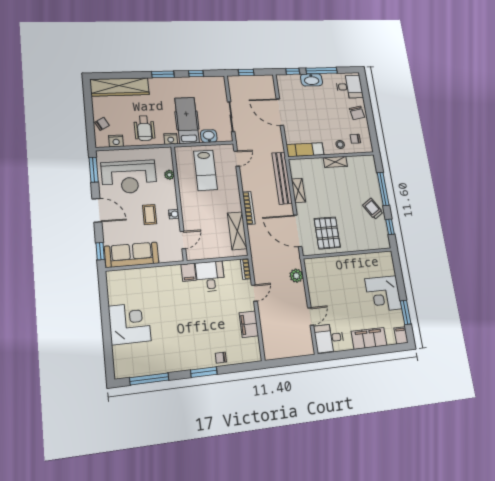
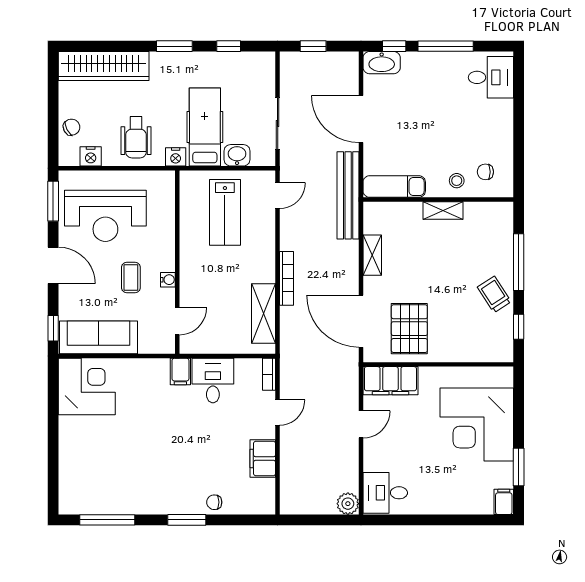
washbasin: (312, 80) -> (382, 63), moved
chair: (357, 113) -> (496, 126), removed
plant: (169, 175) -> (167, 216), removed
bench: (282, 178) -> (348, 195), moved
plant: (296, 276) -> (348, 504), moved
corner desk: (383, 294) -> (477, 425), width x1.36, depth x1.36
door: (311, 316) -> (361, 424), moved
corner desk: (130, 324) -> (87, 387), moved
filing cabinet: (369, 338) -> (390, 381), moved, turned 180

